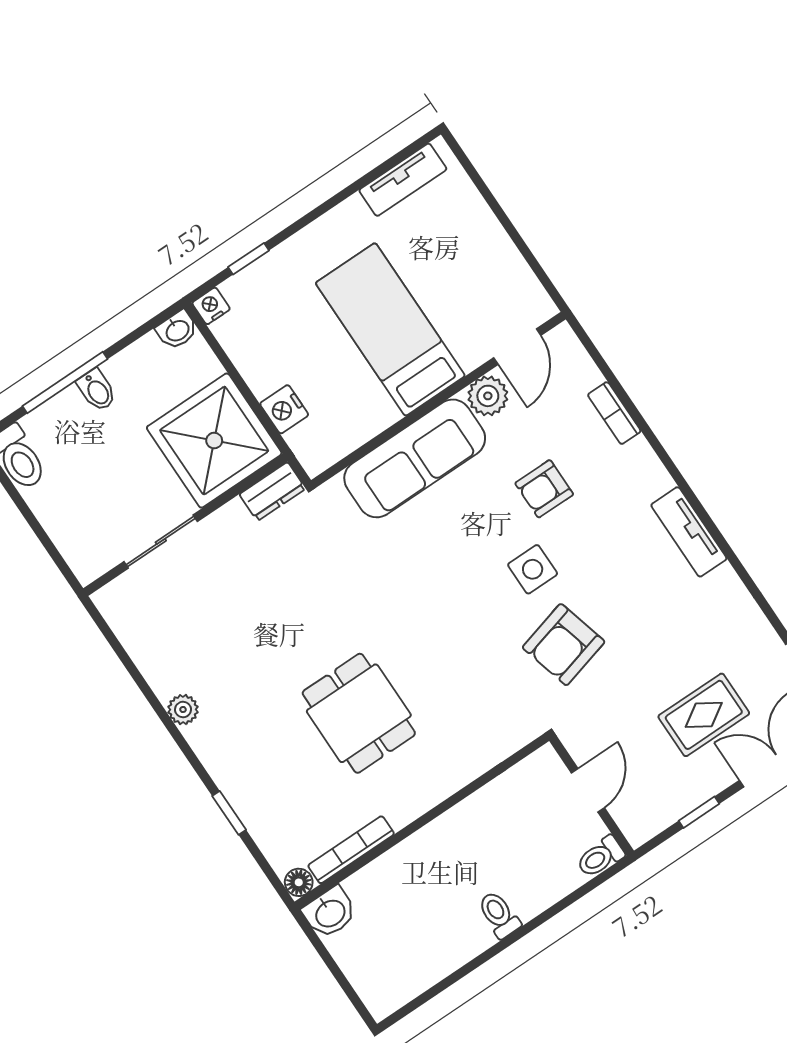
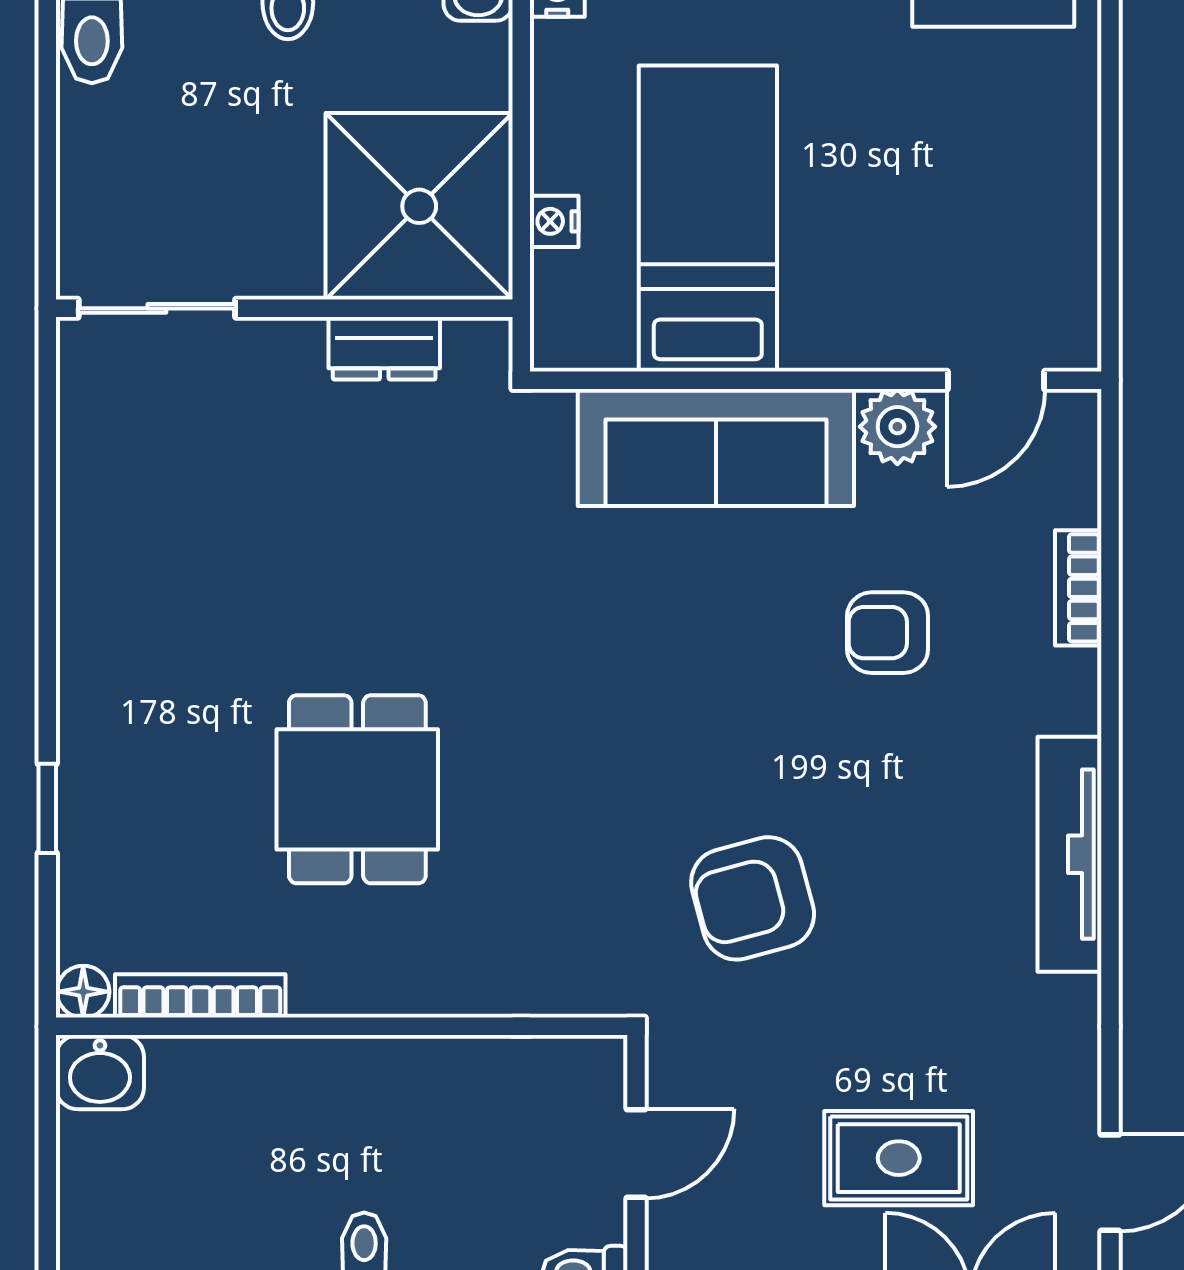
bed: (390, 329) -> (708, 218), moved
nightstand: (284, 409) -> (554, 221), width x0.72, depth x0.74
dresser: (272, 491) -> (384, 348), moved
tv unit: (689, 532) -> (1069, 854), width x1.41
sliding door: (161, 541) -> (157, 308), moved
side table: (533, 569) -> (784, 747), removed
plant: (183, 710) -> (85, 597), removed

